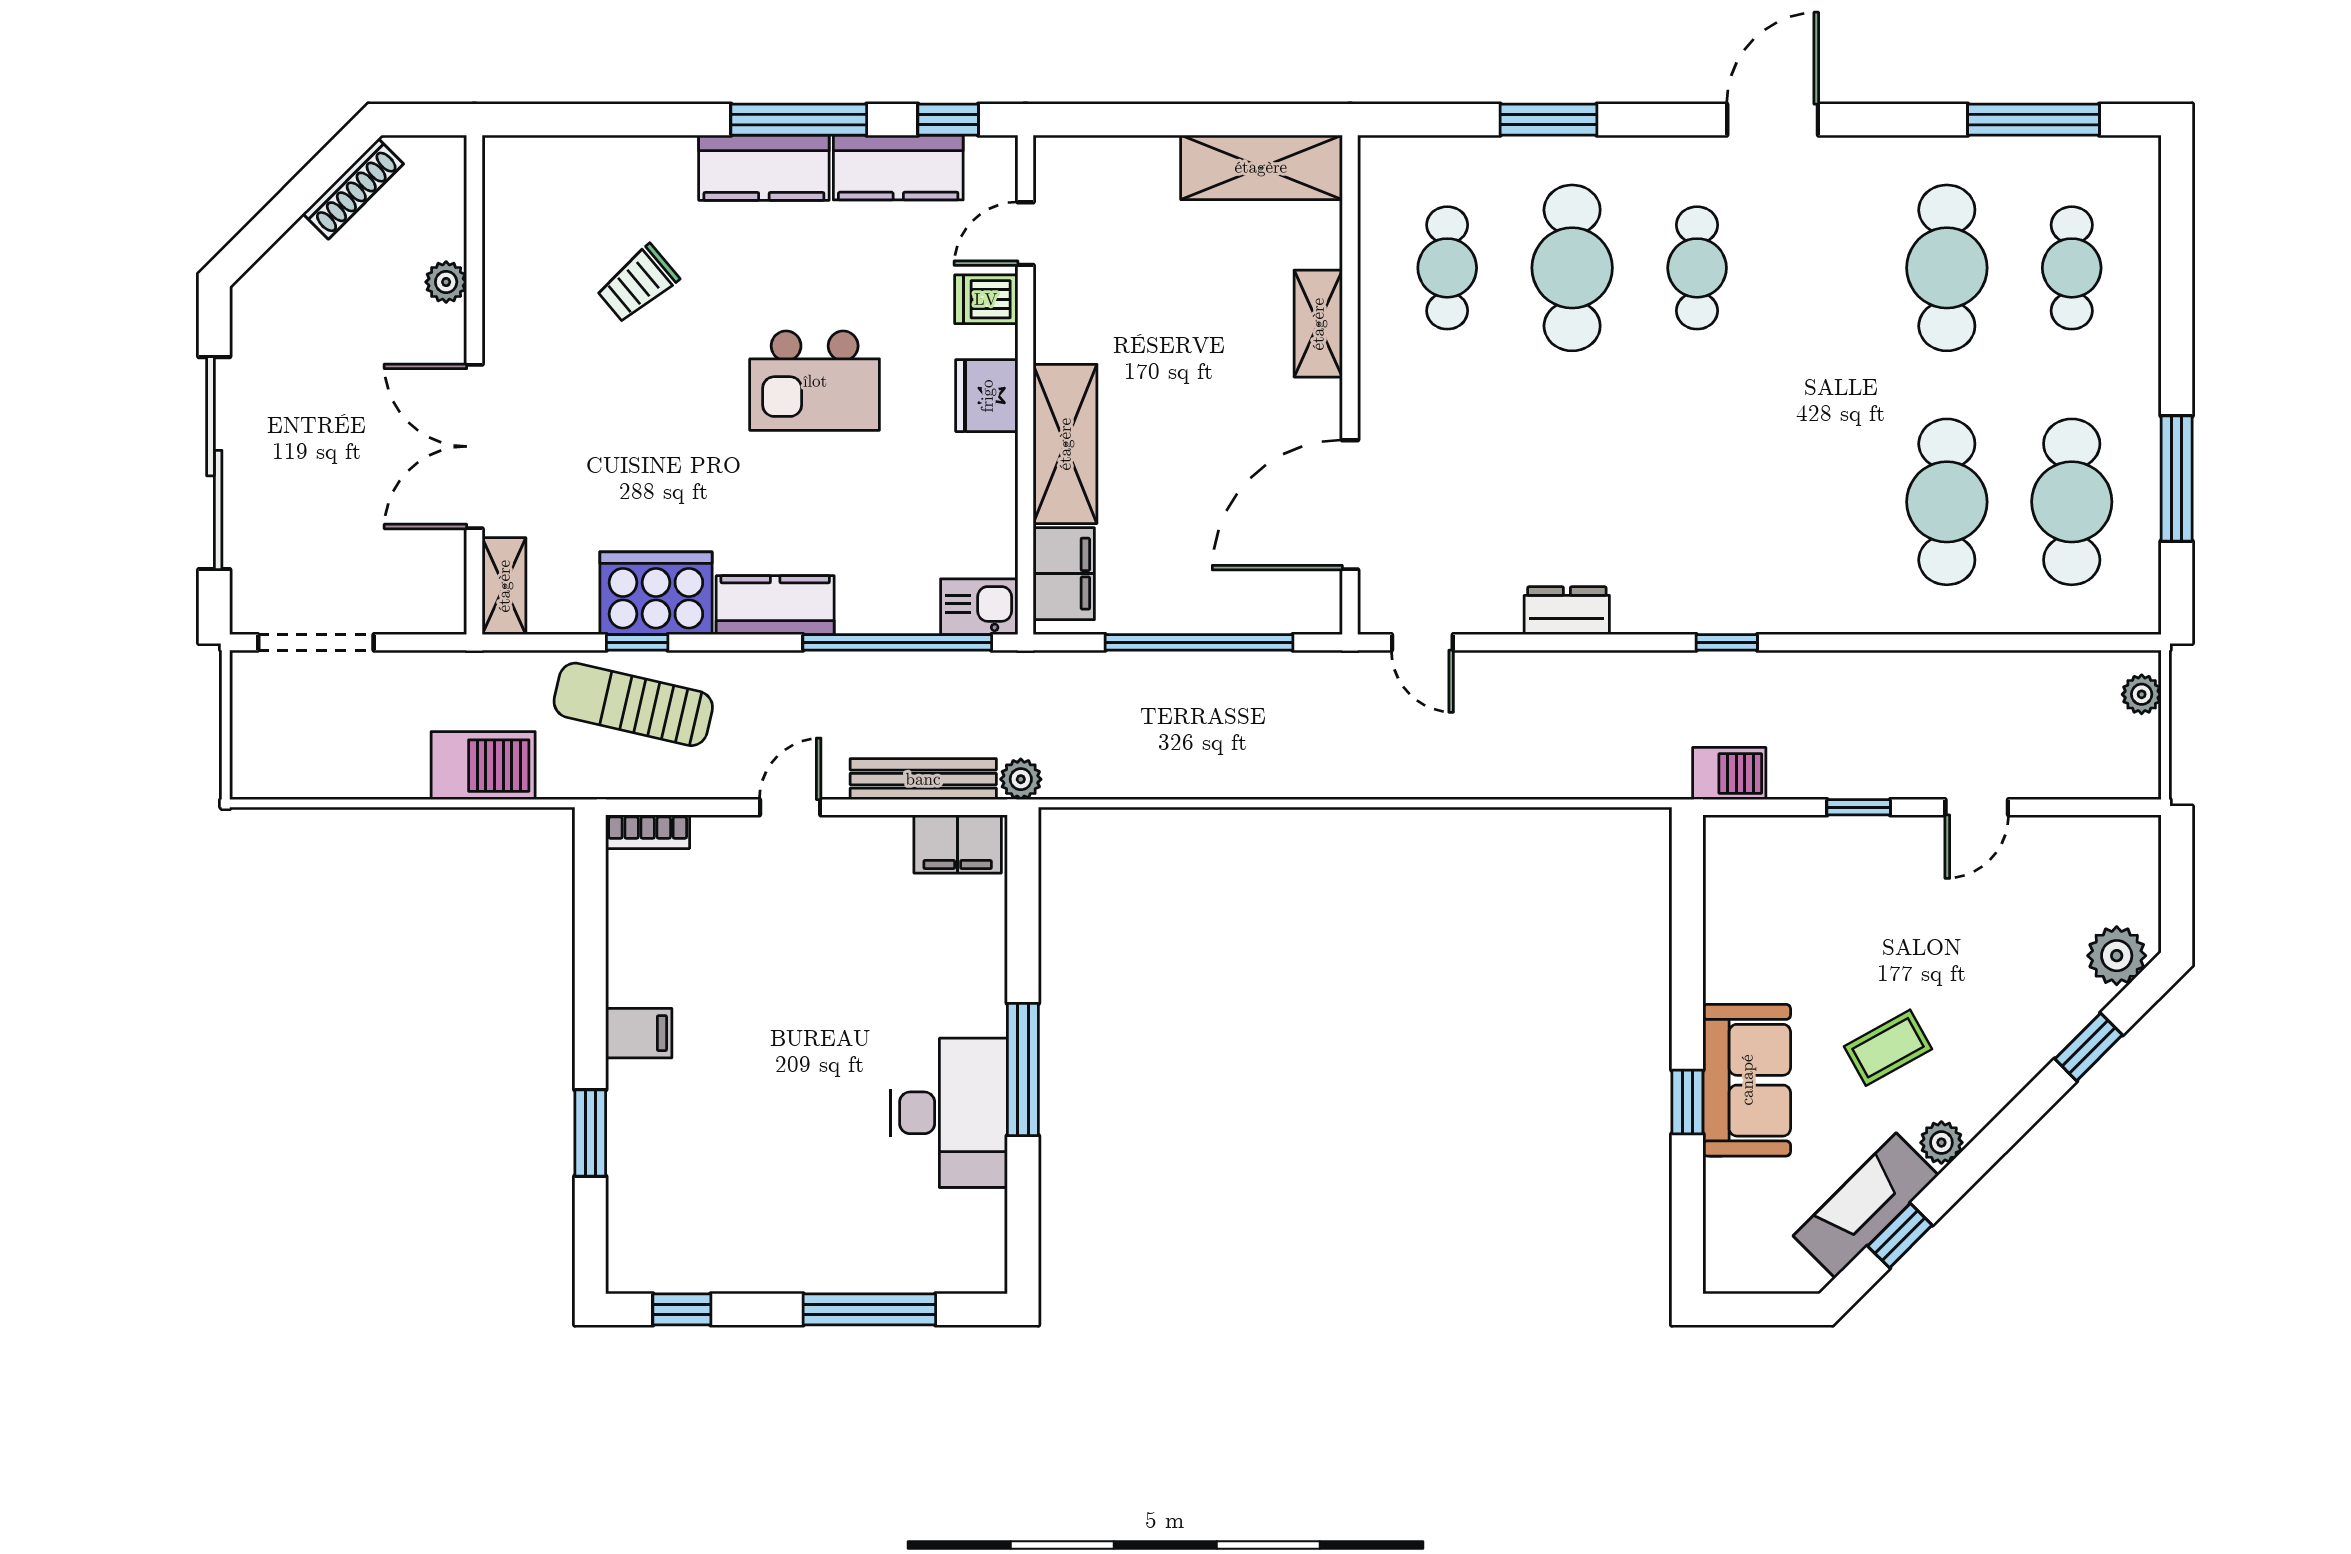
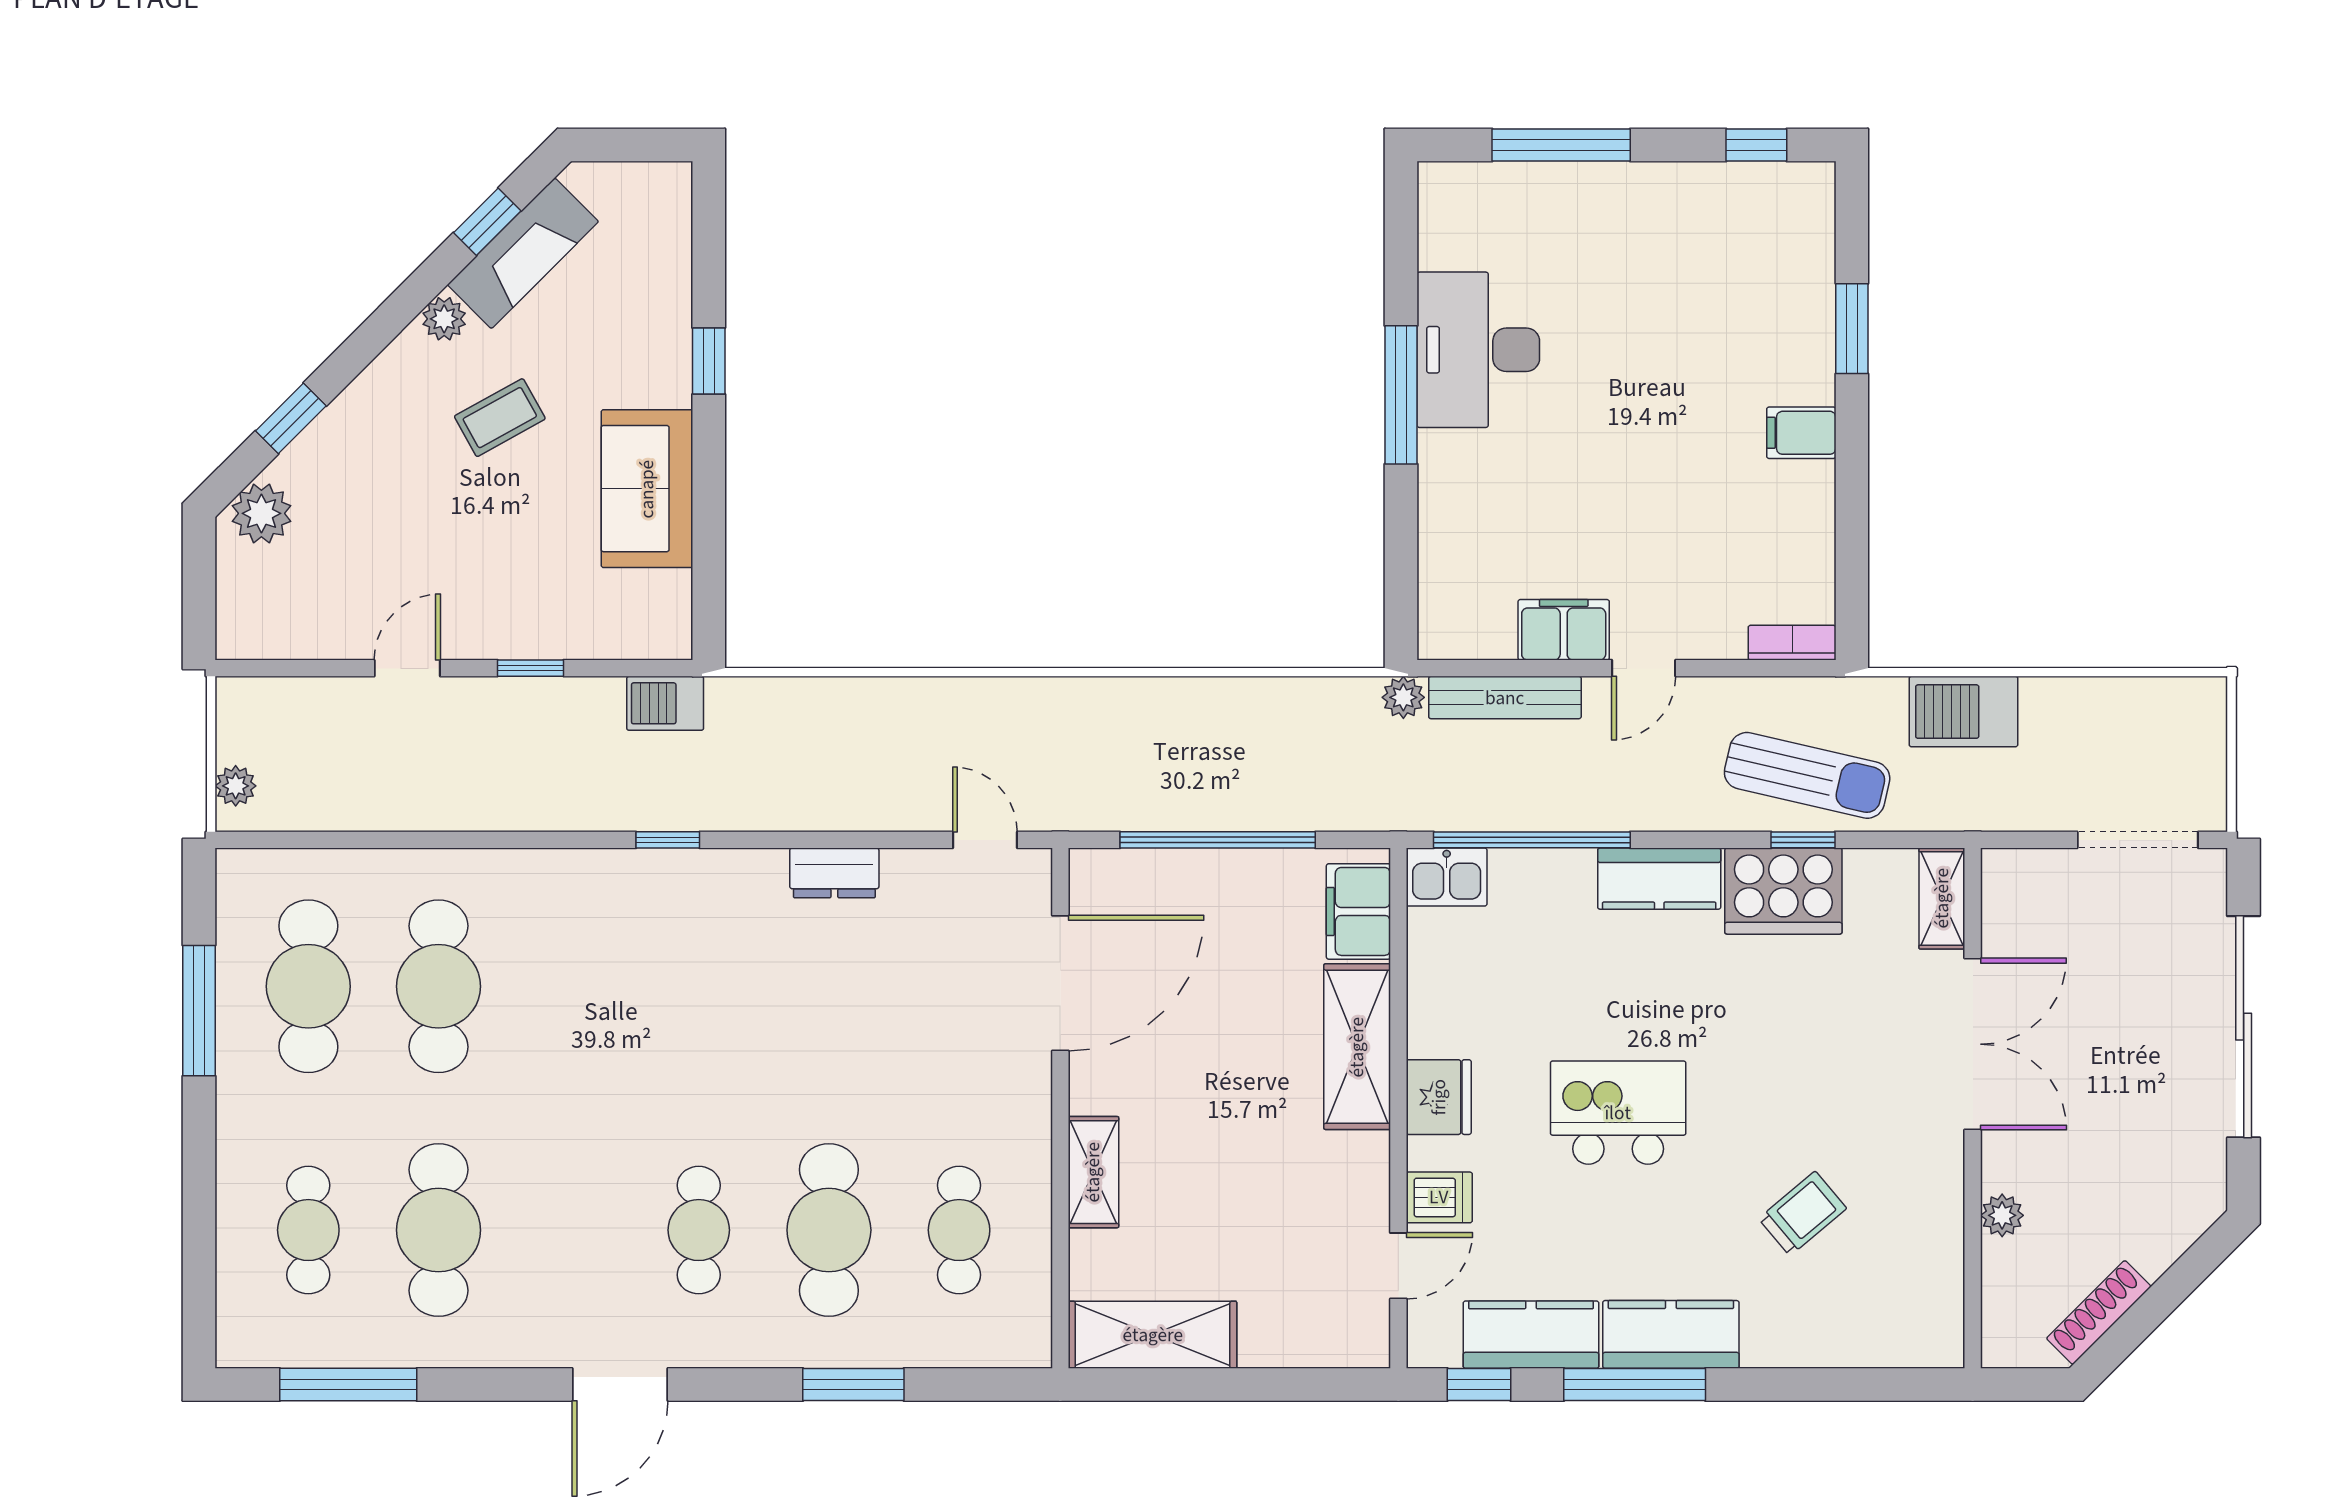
filing cabinet: (958, 844) -> (1564, 630), moved
sofa: (1747, 1080) -> (647, 489), moved

